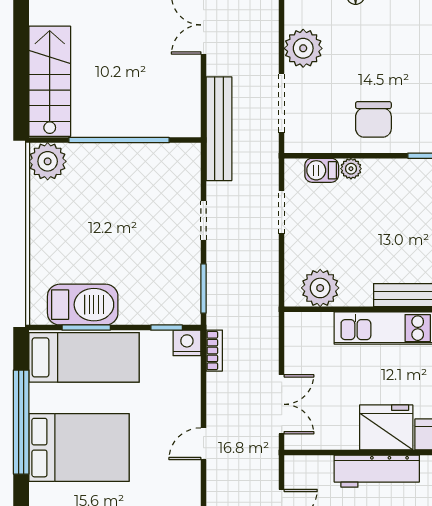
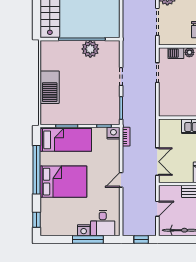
bench: (219, 129) -> (128, 34), removed
plant: (48, 161) -> (90, 49), moved
plant: (320, 288) -> (175, 108), removed
barbecue: (83, 305) -> (50, 87), moved, turned 90

